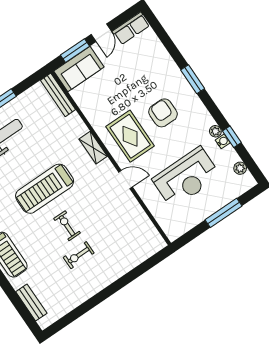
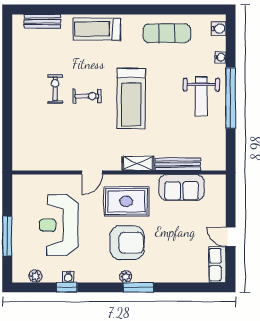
window: (75, 51) -> (231, 204), removed
sofa: (79, 69) -> (182, 187), moved, turned -90
bench: (58, 95) -> (178, 164), moved
armchair: (163, 113) -> (127, 243), width x1.36, depth x1.36
plant: (215, 131) -> (126, 277), moved
treadmill: (45, 189) -> (131, 98), turned 180

